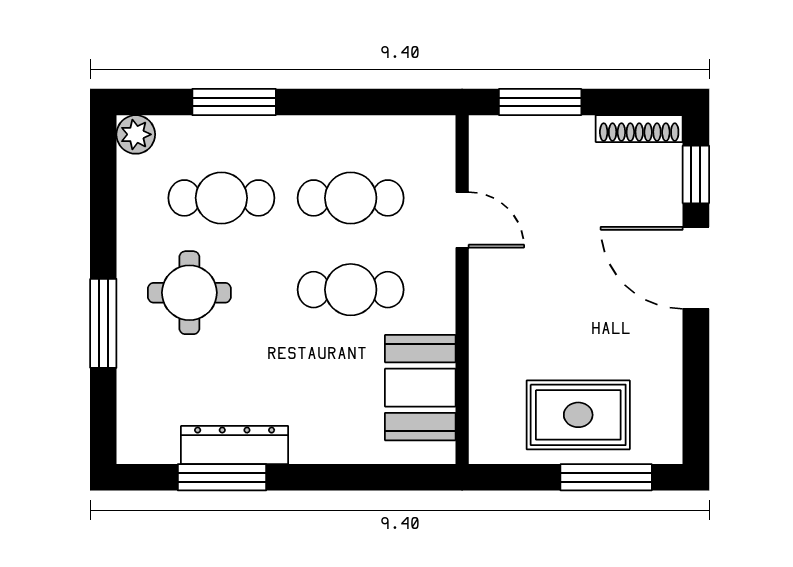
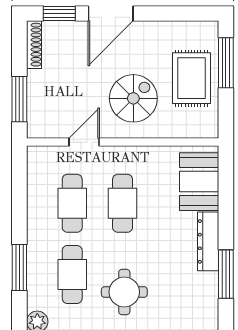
spiral stairs: (542, 309) -> (133, 98), added
booth: (420, 388) -> (199, 182), moved, turned 90
dresser: (235, 445) -> (208, 241), moved

